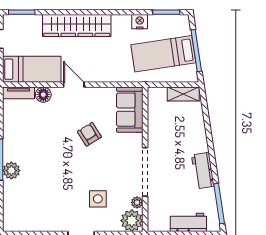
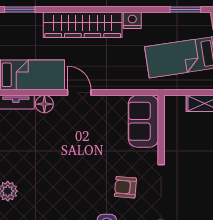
nightstand: (140, 22) -> (132, 20), moved
armchair: (89, 134) -> (125, 187), moved, turned -53

